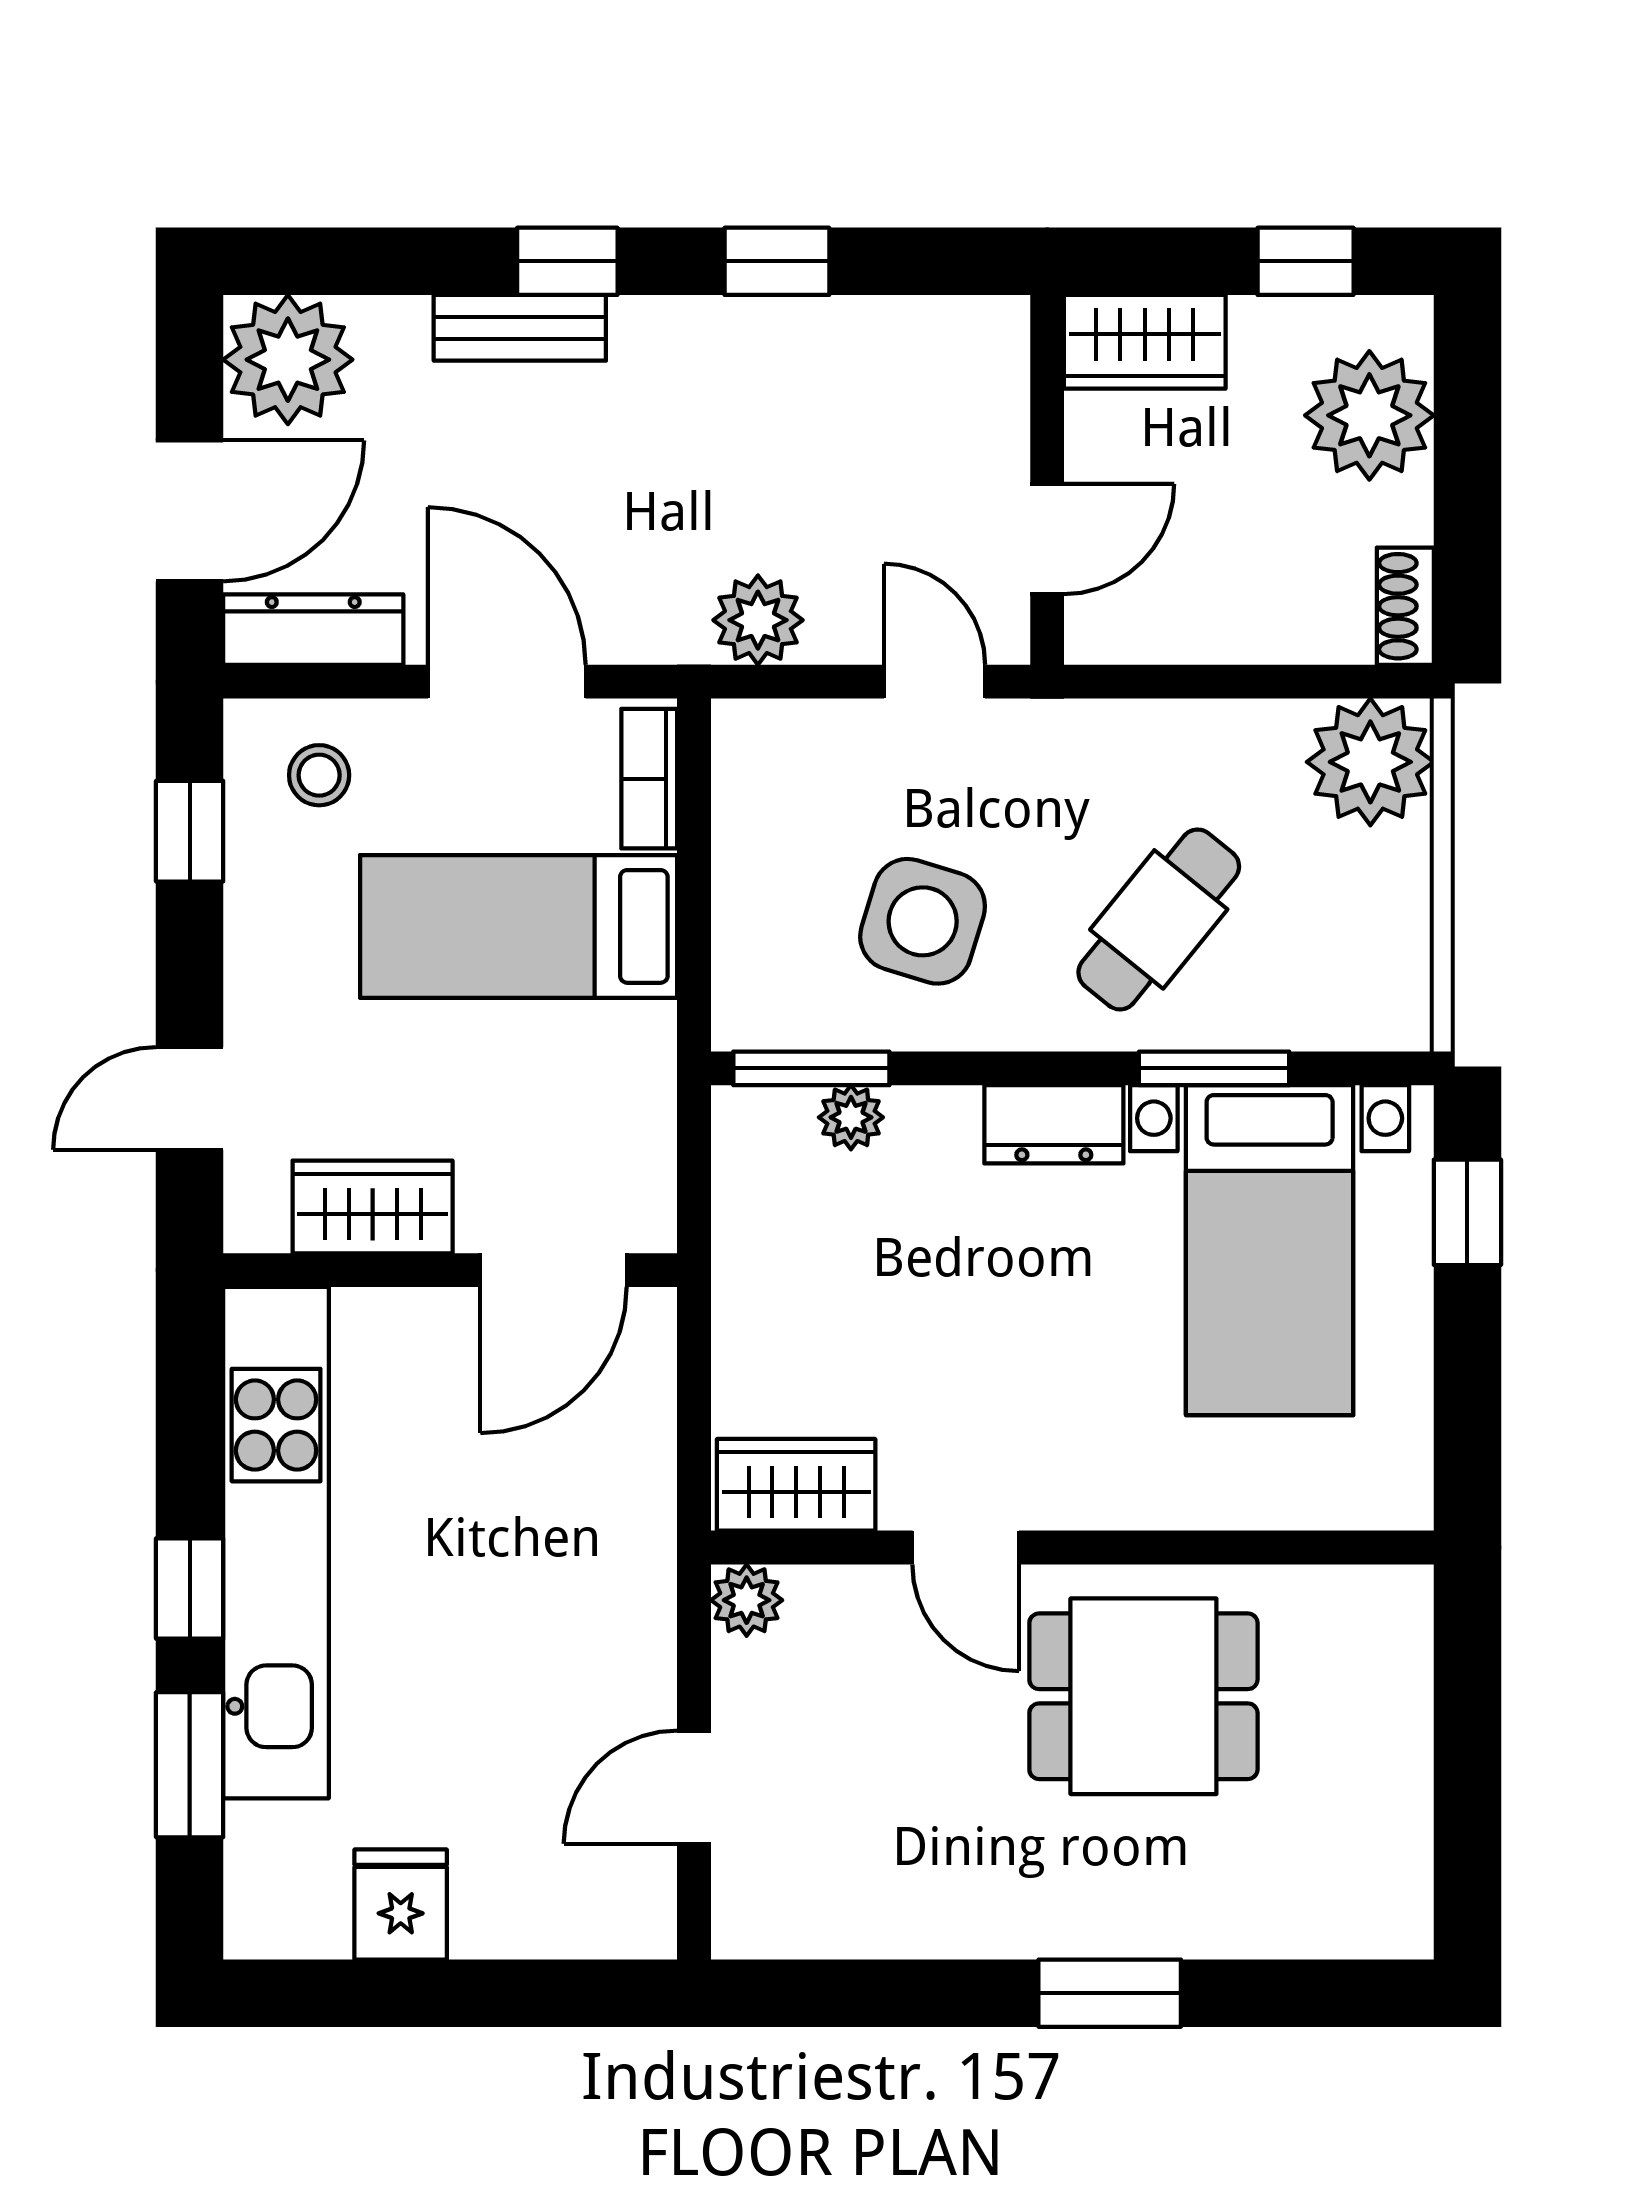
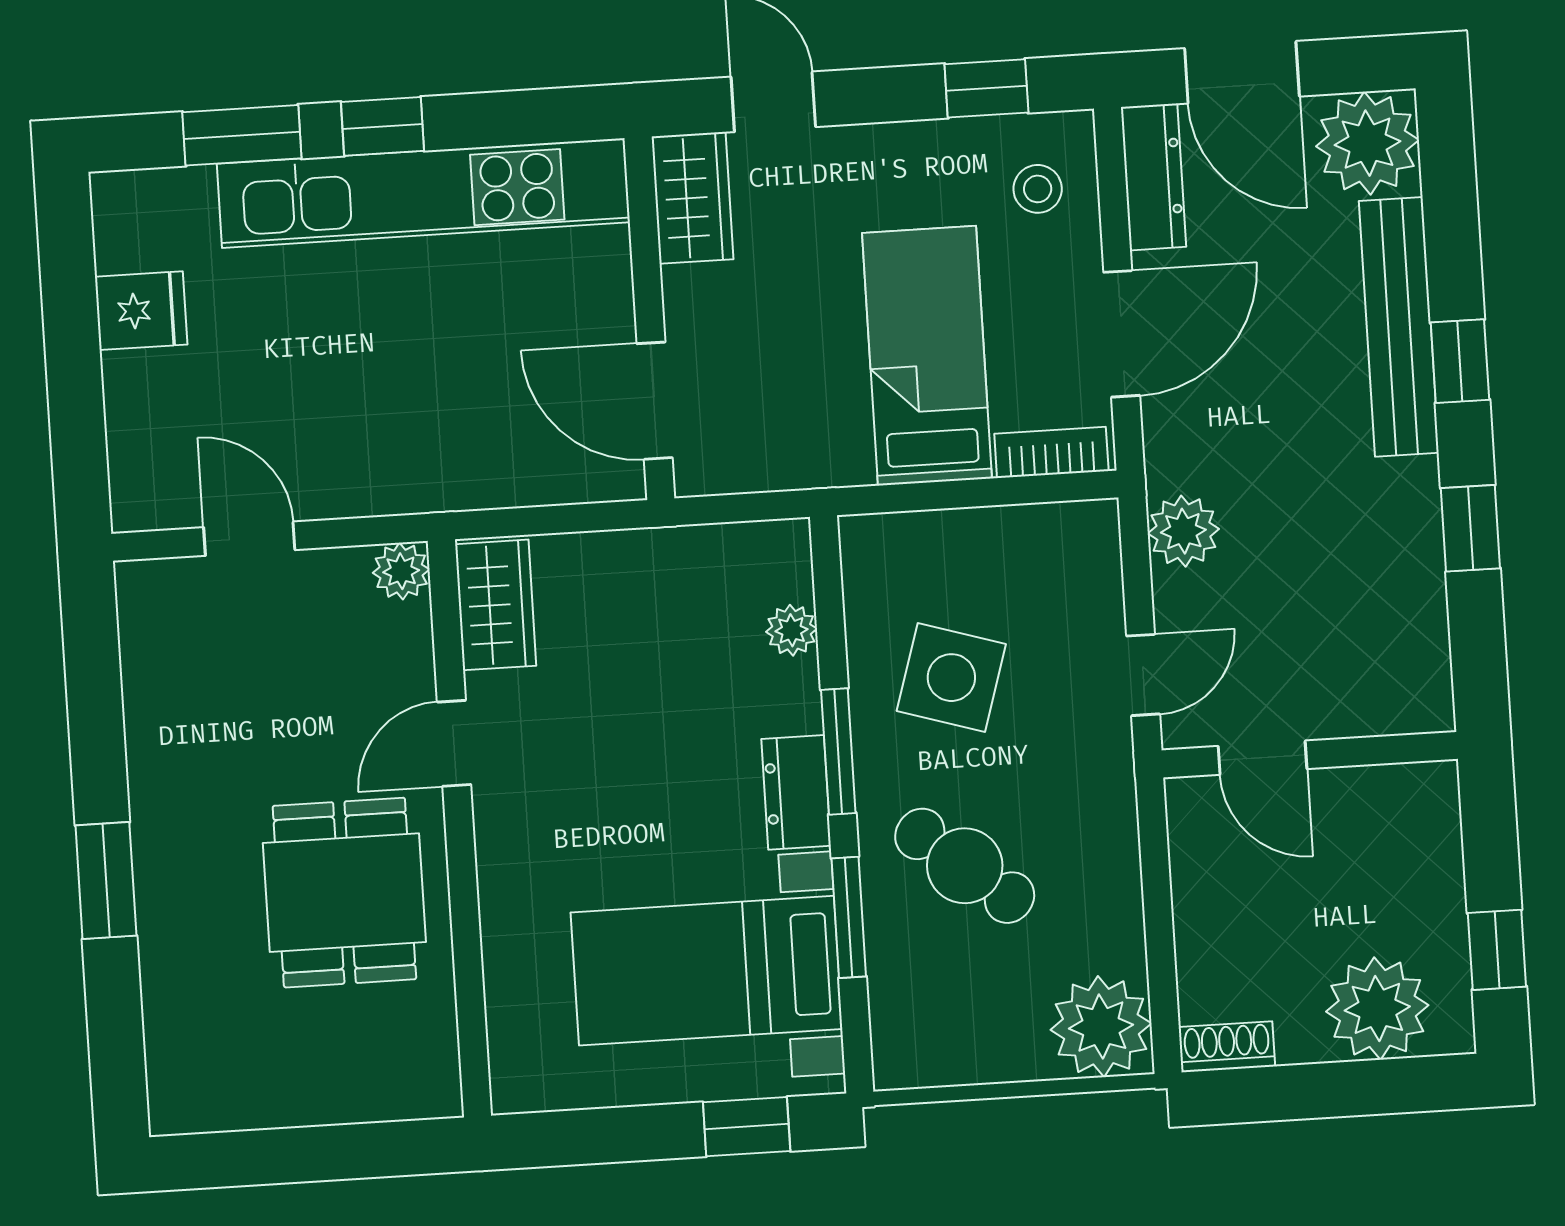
bench: (520, 328) -> (1399, 327), width x1.86, depth x1.21
wardrobe: (1145, 342) -> (1425, 826), removed
window: (811, 1068) -> (838, 751), moved
wardrobe: (373, 1207) -> (692, 198), moved

